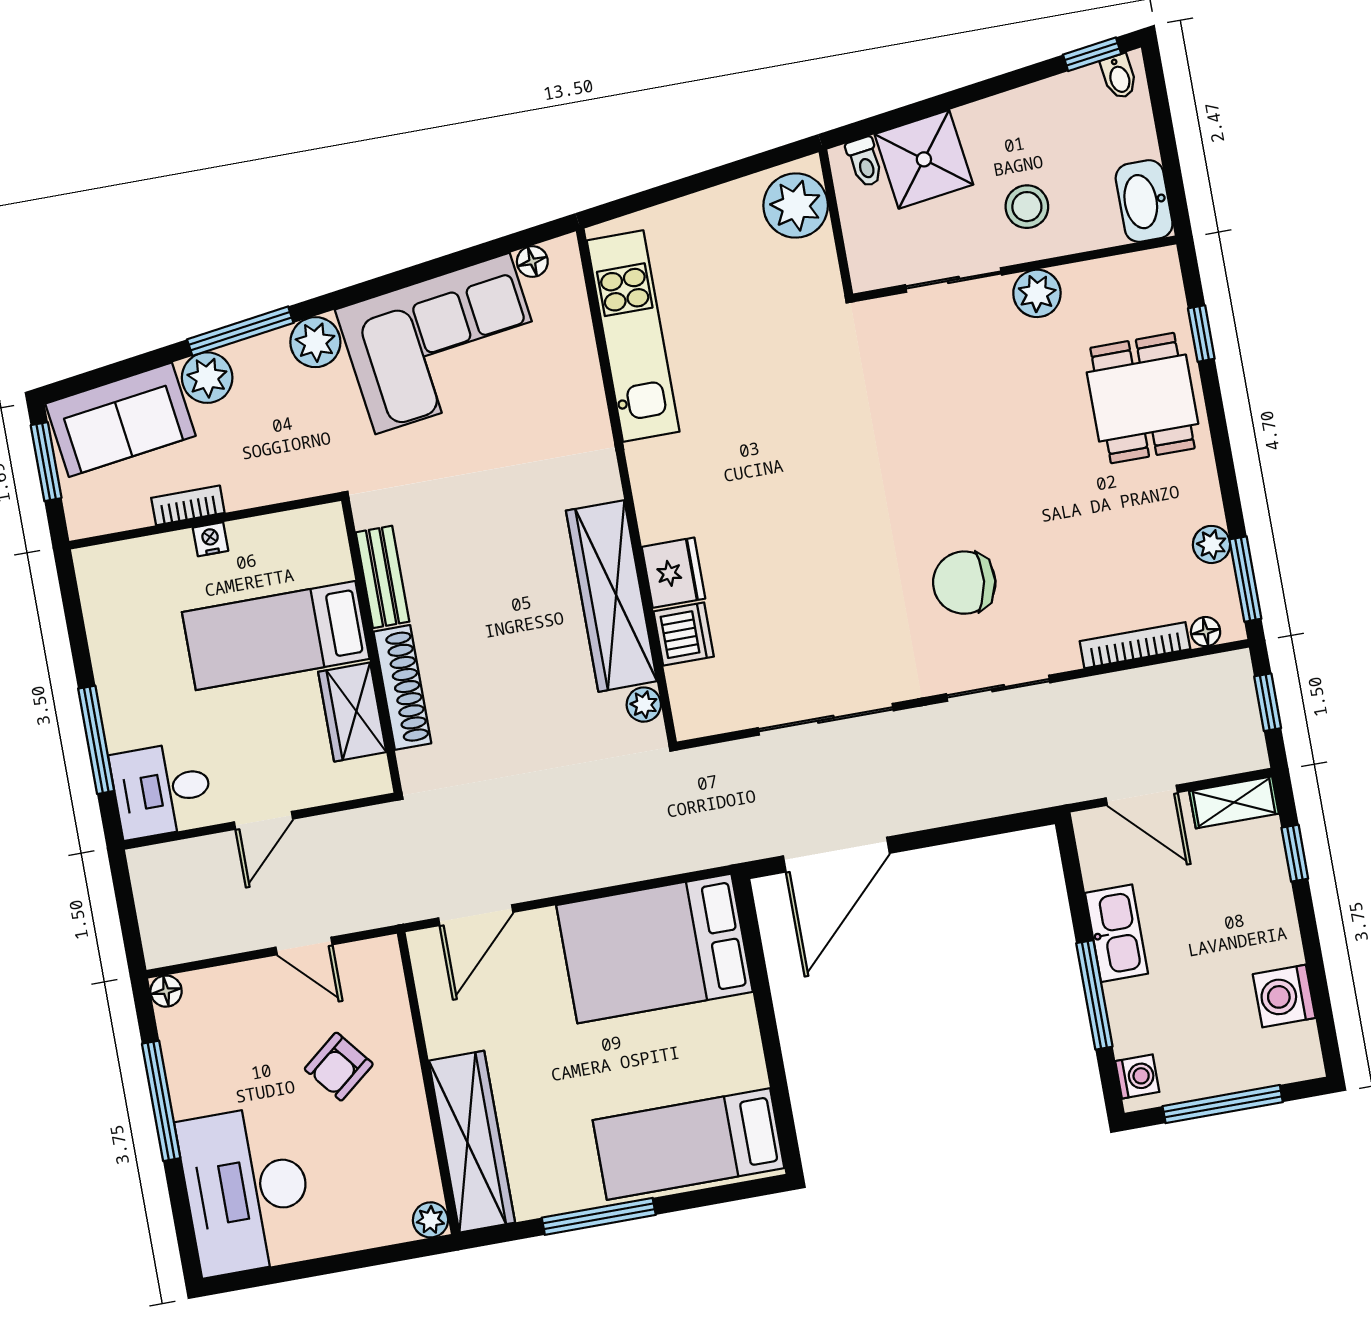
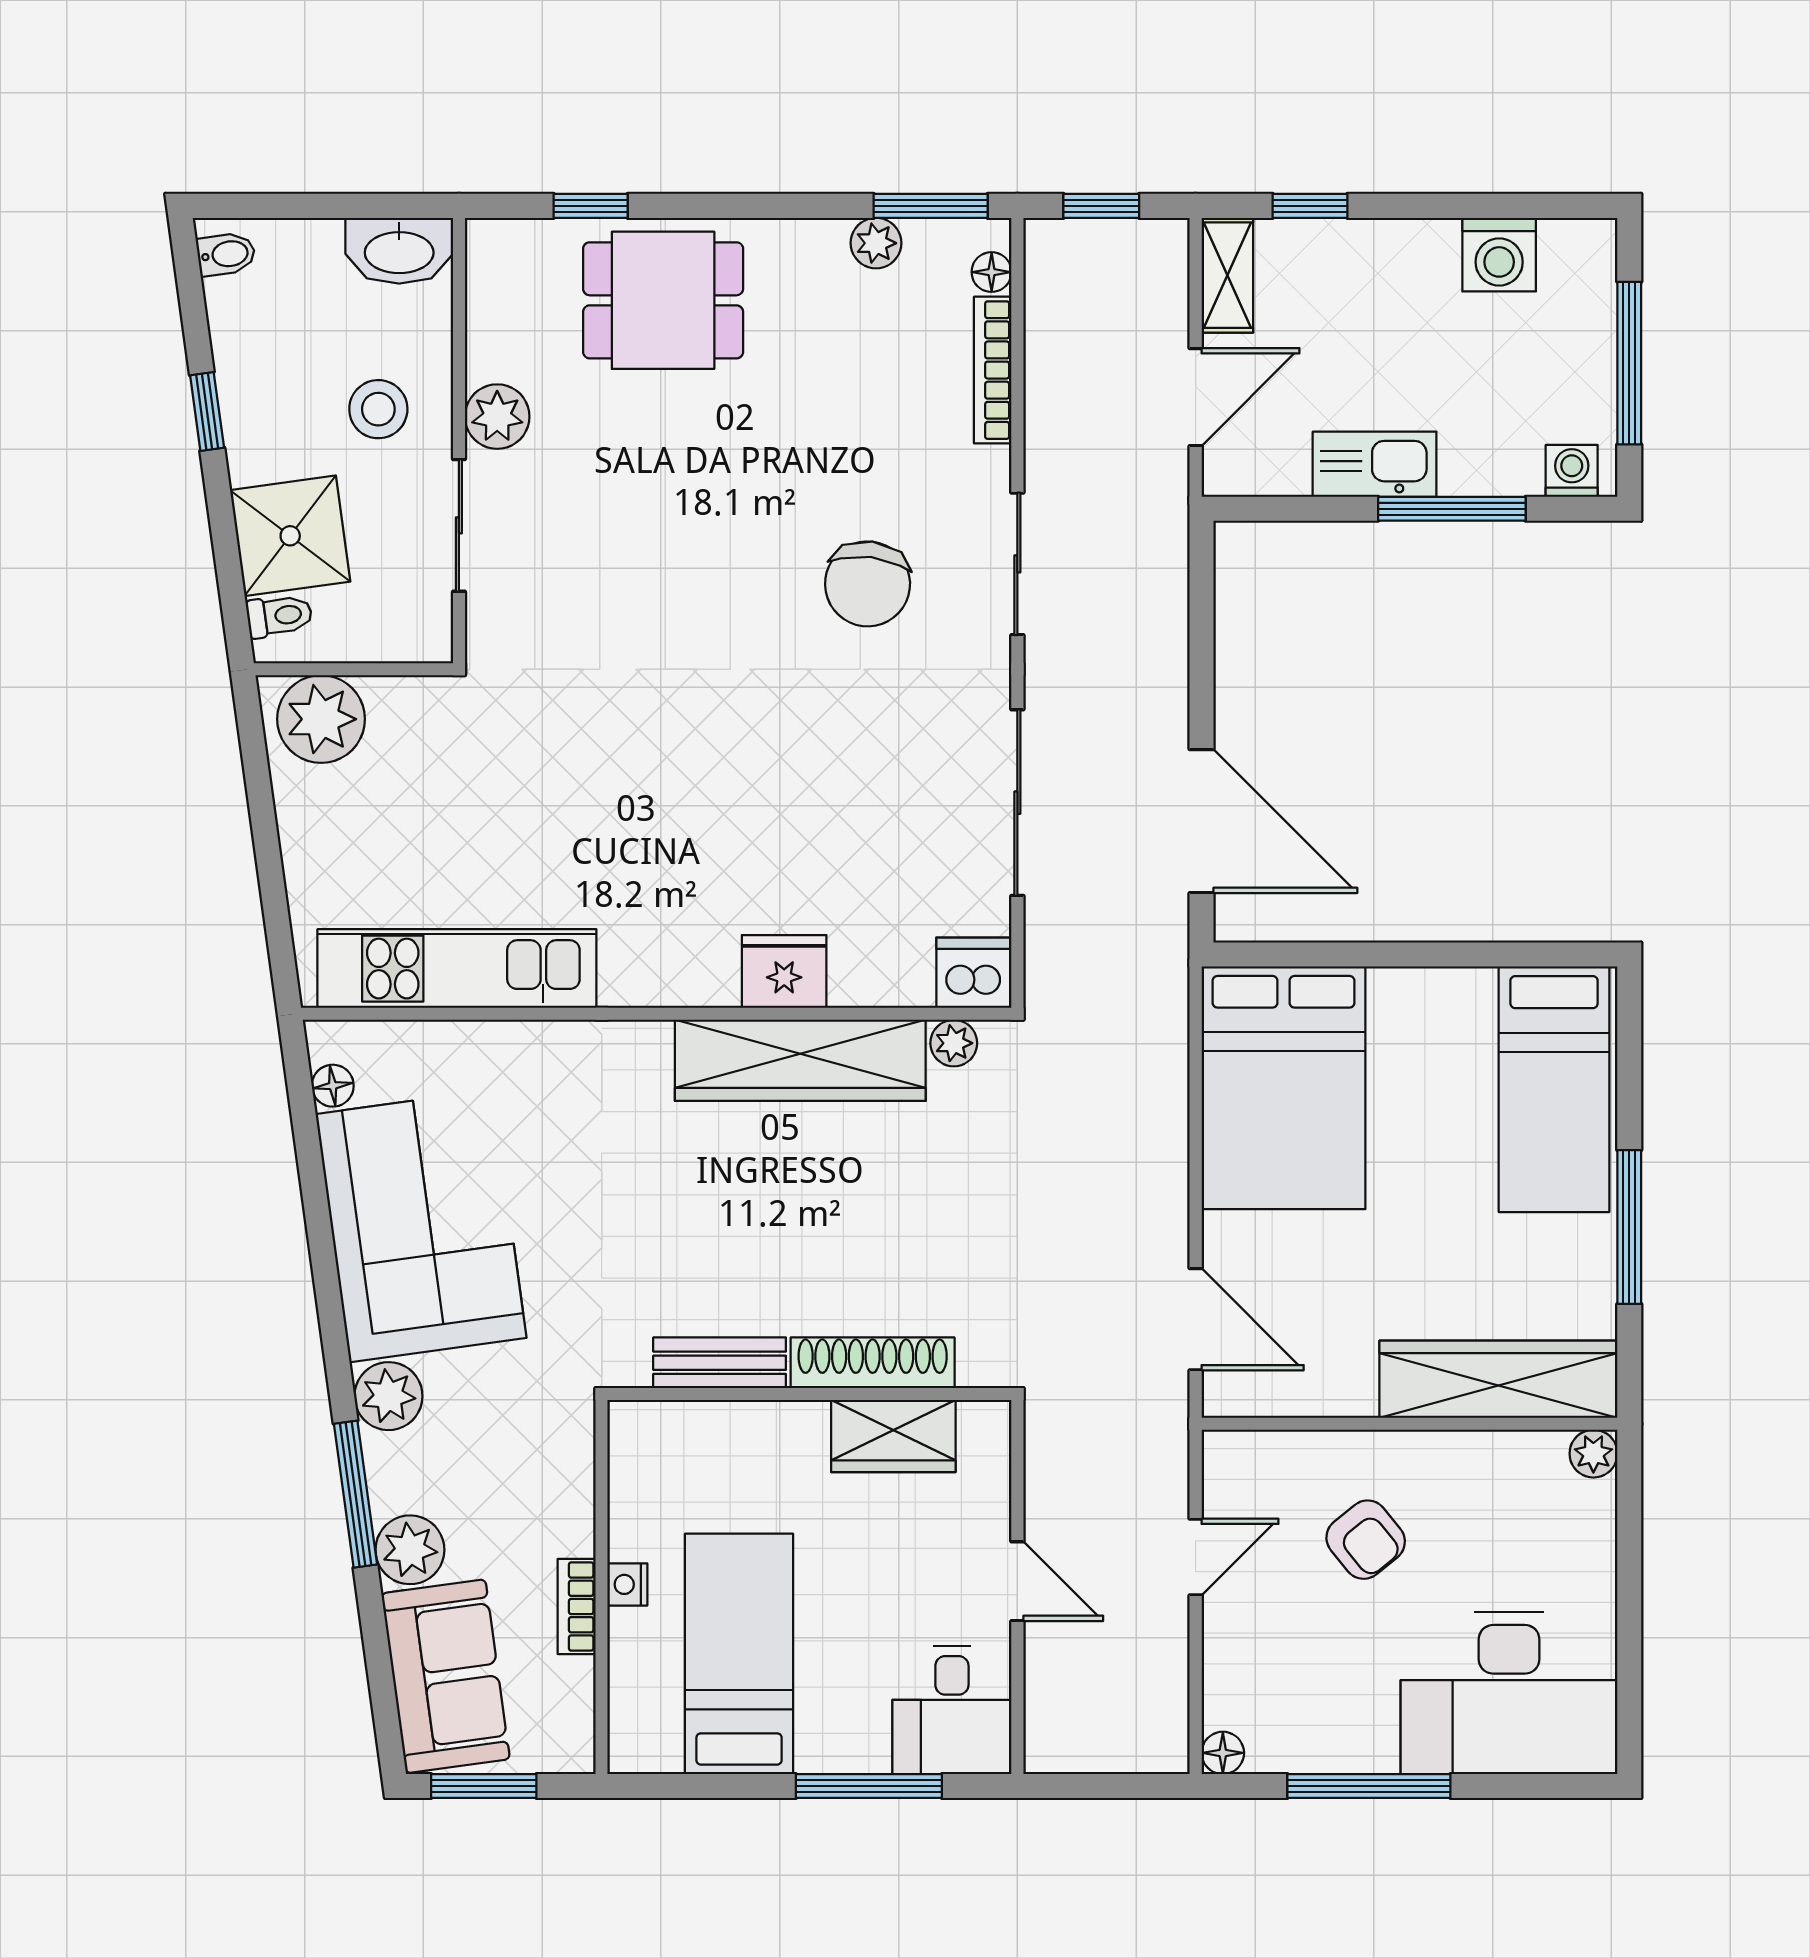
window: (1092, 54) -> (207, 411), moved
dishwasher: (684, 634) -> (974, 973), moved
bed: (276, 636) -> (739, 1654), moved, turned 180

